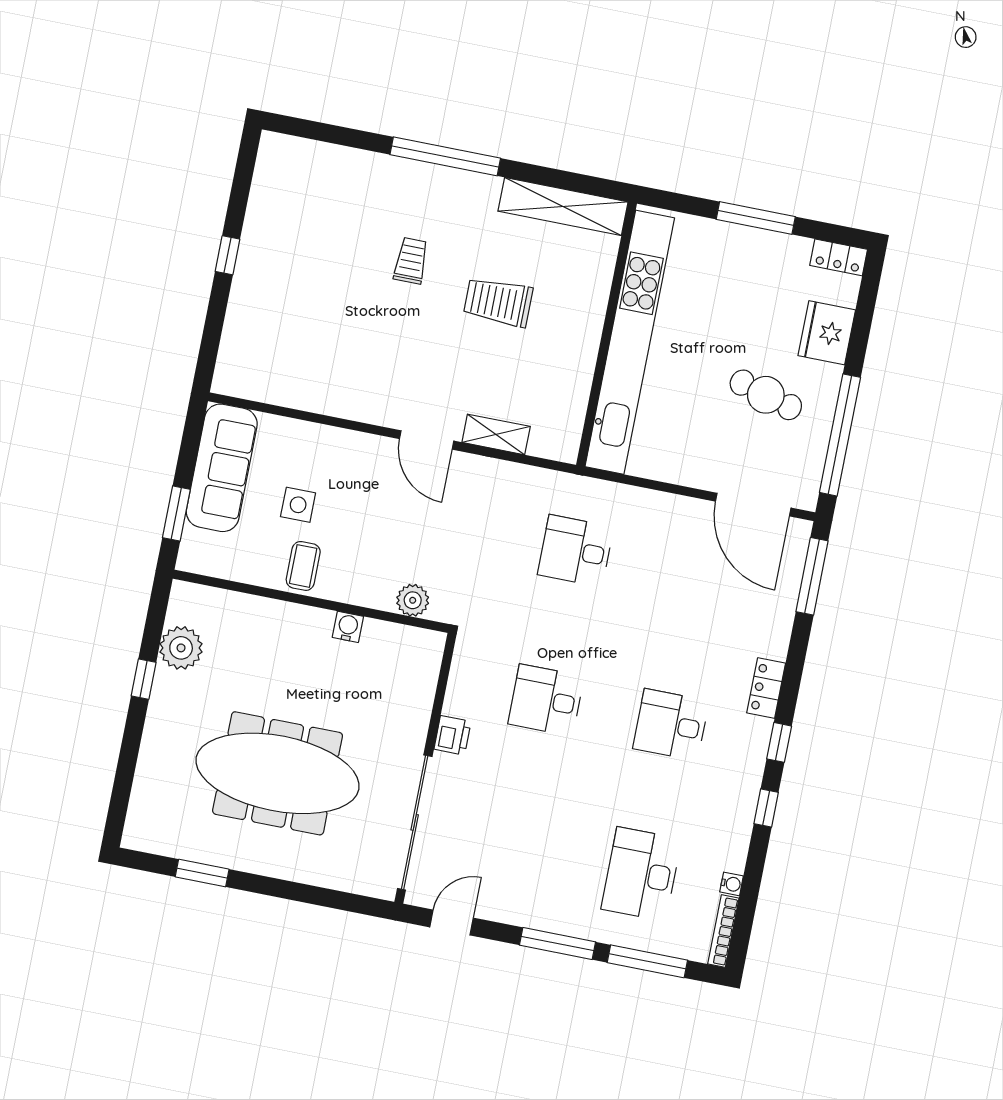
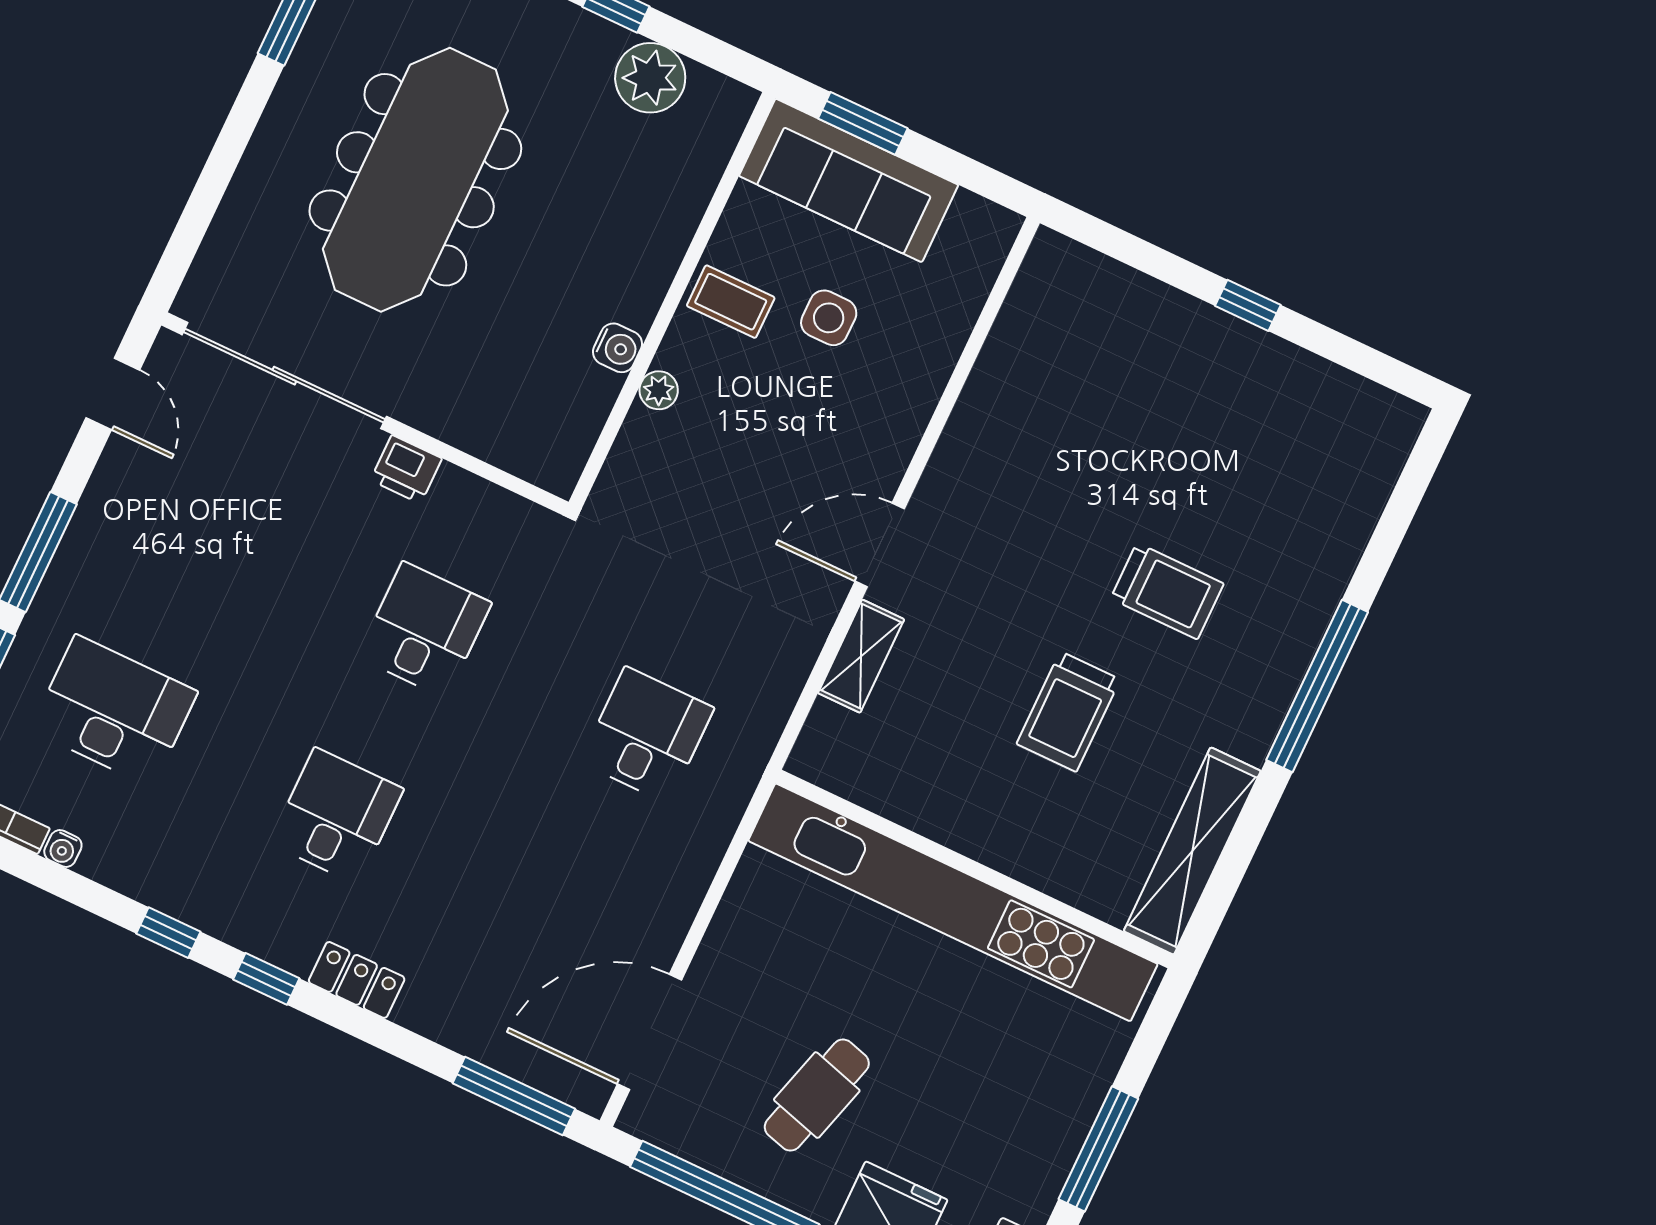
trolley: (411, 261) -> (1167, 591), width x1.36, depth x1.39
trolley: (498, 302) -> (1068, 712), turned 180
sofa: (222, 468) -> (849, 180), moved
plant: (413, 600) -> (659, 390), moved, width x0.73, depth x0.73

